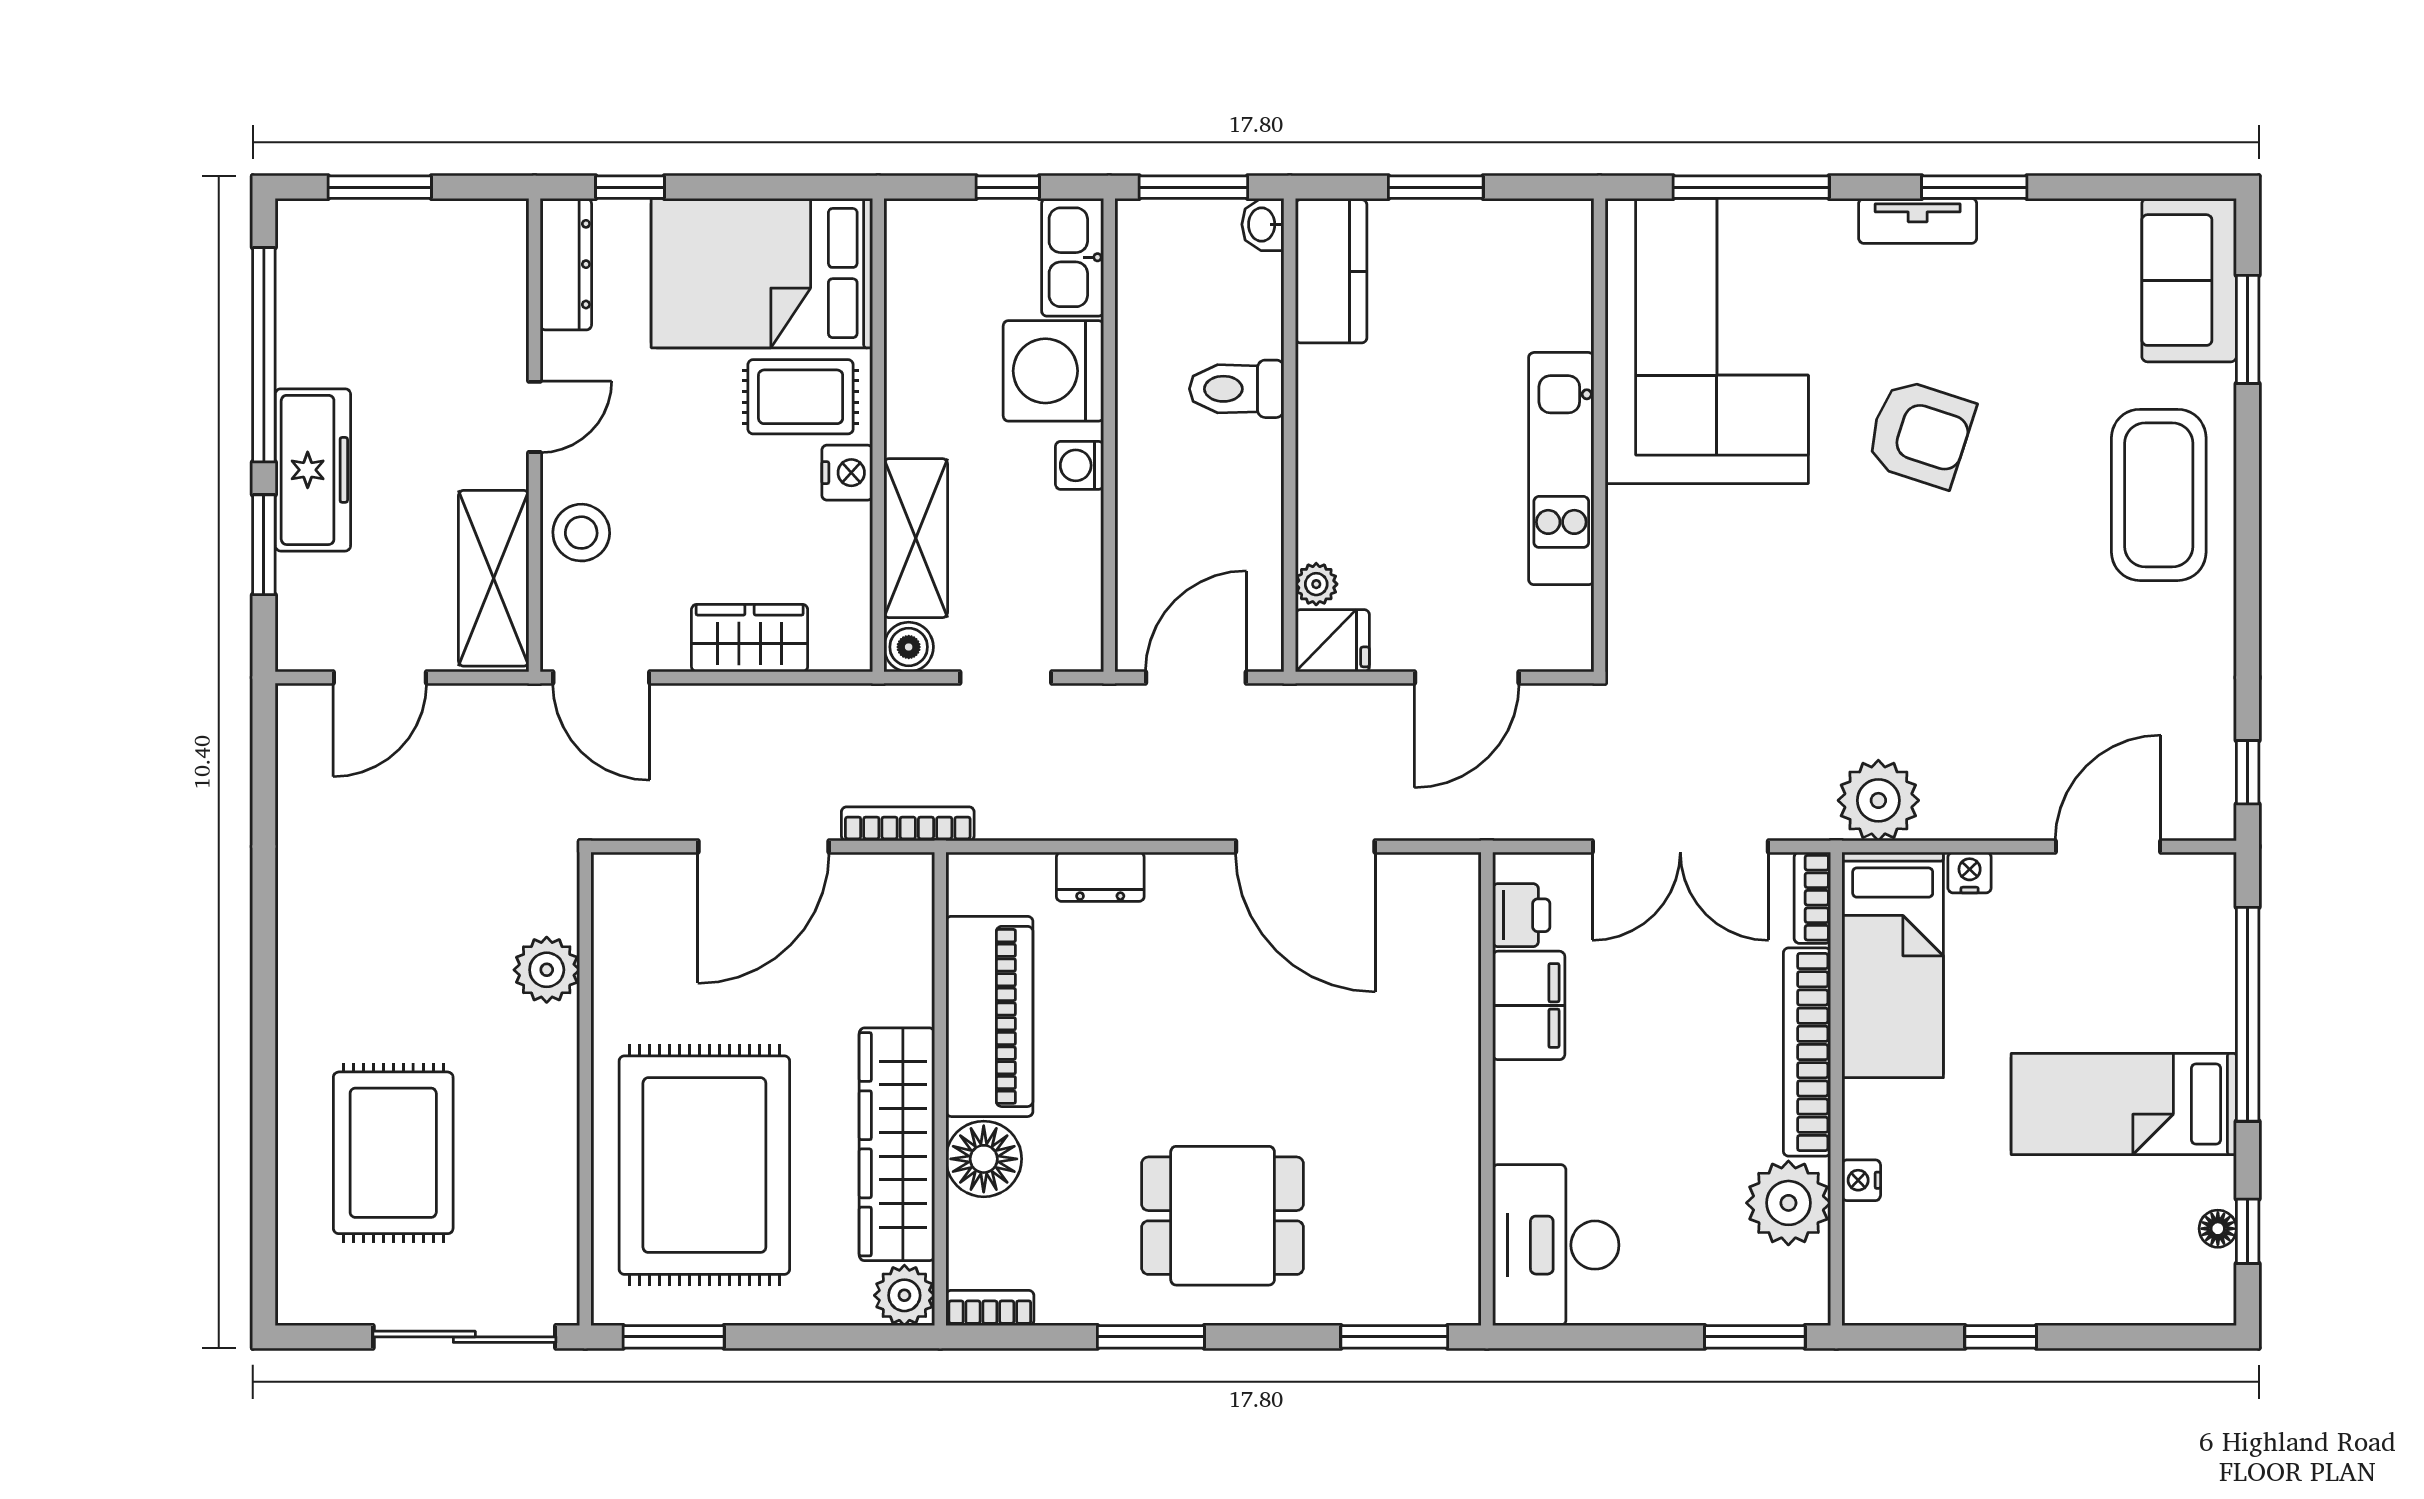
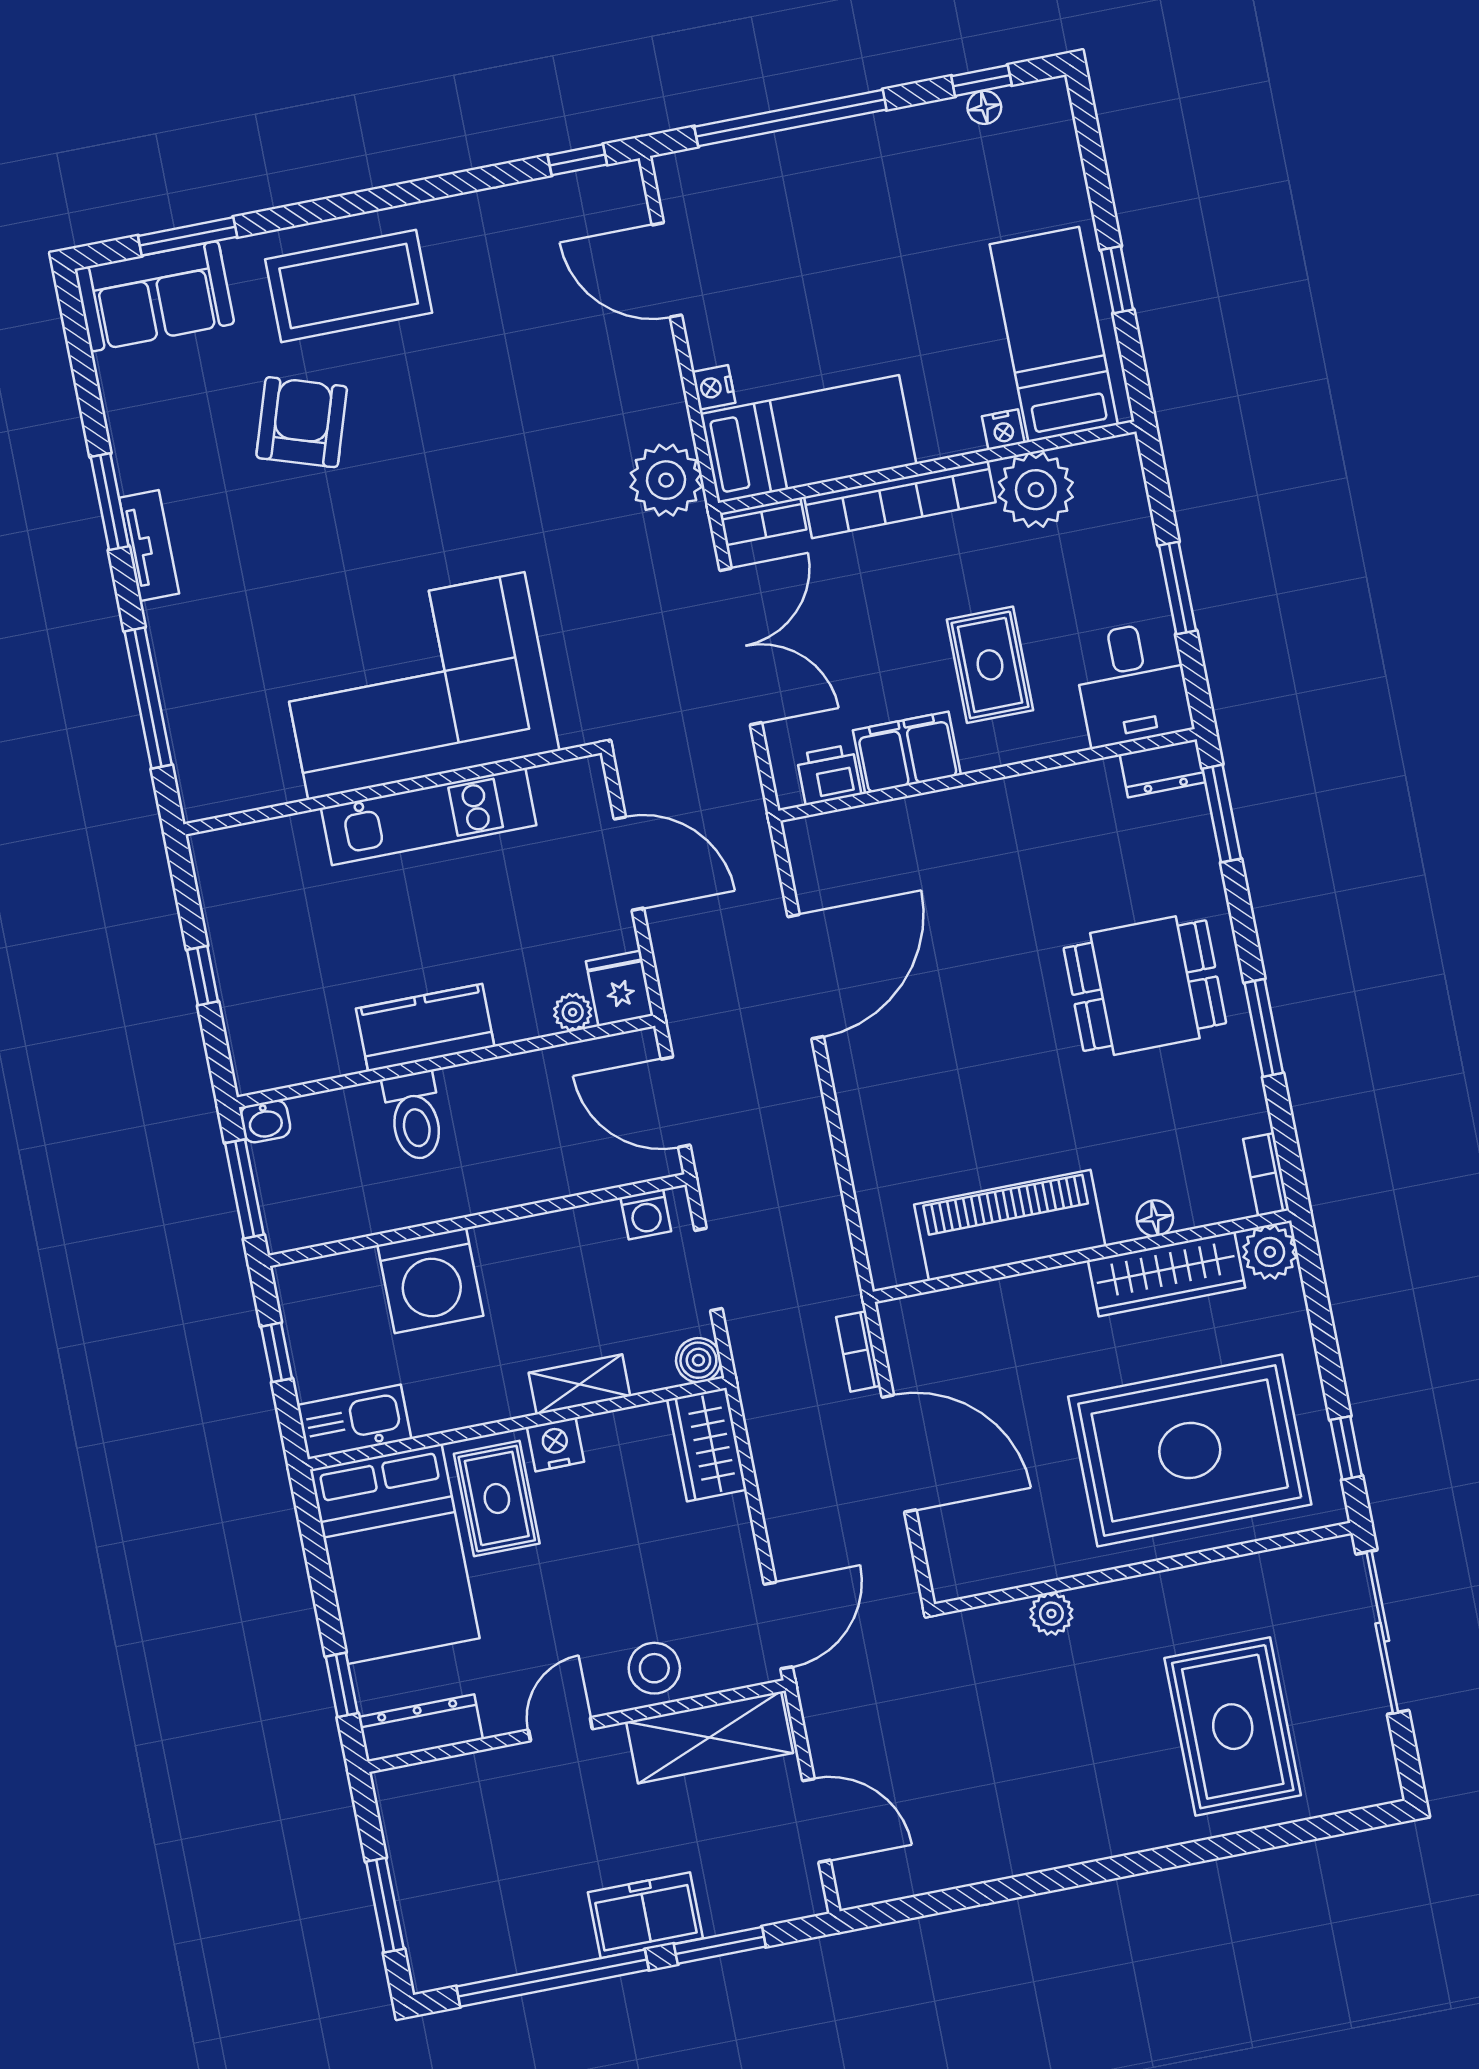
window: (1436, 187) -> (203, 976), width x0.67
kitchen sink: (1073, 257) -> (354, 1422), moved, turned 180
kitchen counter: (1331, 271) -> (425, 1028), moved
corner sofa: (1707, 341) -> (416, 686), moved
door: (534, 417) -> (560, 1729), hinge flipped
armchair: (1920, 433) -> (302, 422), moved
washing machine: (1080, 465) -> (646, 1214), moved
freezer: (313, 470) -> (645, 1915), width x0.71
shelving: (916, 538) -> (579, 1384), width x0.67, depth x0.75
wardrobe: (750, 638) -> (707, 1445), moved
bookcase: (908, 824) -> (858, 1351), width x0.64
dresser: (1100, 877) -> (1162, 768), moved, turned 90
plant: (547, 970) -> (1051, 1614), width x0.73, depth x0.73
bed: (2124, 1104) -> (1054, 334), moved, turned 180
rug: (1607, 1115) -> (990, 665), added
wardrobe: (897, 1144) -> (1166, 1274), width x0.71, depth x0.85
rug: (393, 1153) -> (1233, 1727), turned 90
floor lamp: (984, 1159) -> (1155, 1218), width x0.53, depth x0.53
dining table: (1223, 1216) -> (1145, 986), turned 90
desk: (1556, 1245) -> (1132, 684), width x0.73
window: (674, 1337) -> (1346, 1448), width x0.67
window: (1755, 1337) -> (1177, 588), moved

